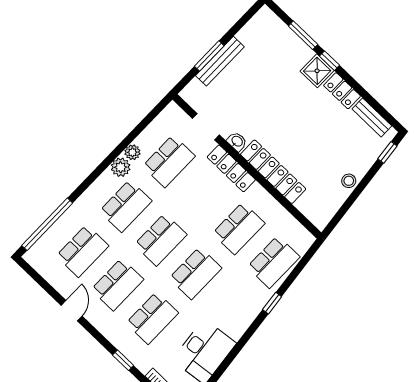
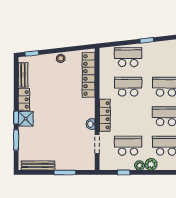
bench: (220, 61) -> (38, 166), moved
window: (142, 125) -> (124, 172), added
locker: (273, 172) -> (89, 75), moved

